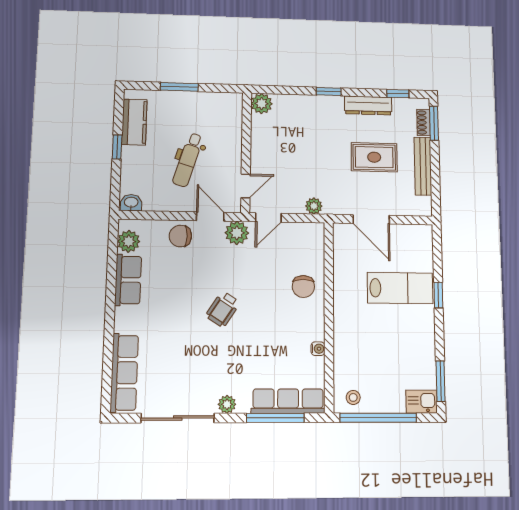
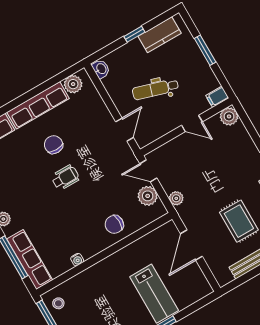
filing cabinet: (234, 103) -> (217, 97), added
door: (246, 186) -> (192, 124), moved
plant: (237, 233) -> (148, 196), moved
chair: (180, 236) -> (54, 145), moved
row of seats: (128, 280) -> (38, 105), width x1.48
wheelchair: (223, 309) -> (65, 178), turned 147

